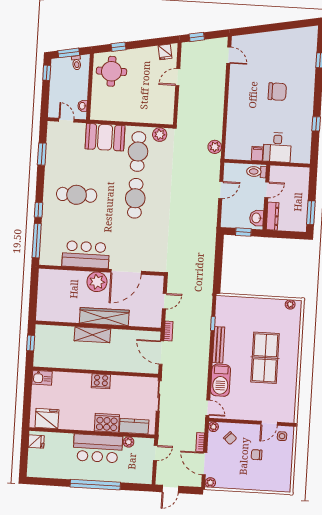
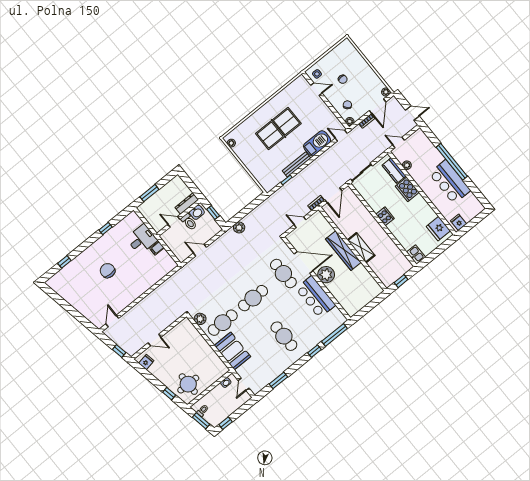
plant: (215, 147) -> (239, 228), moved
toilet: (256, 172) -> (189, 222), moved
window: (311, 213) -> (149, 193), moved
cafe table: (132, 245) -> (283, 274), added
door: (208, 408) -> (341, 136), hinge flipped
bar counter: (98, 448) -> (450, 182), moved, turned 180

